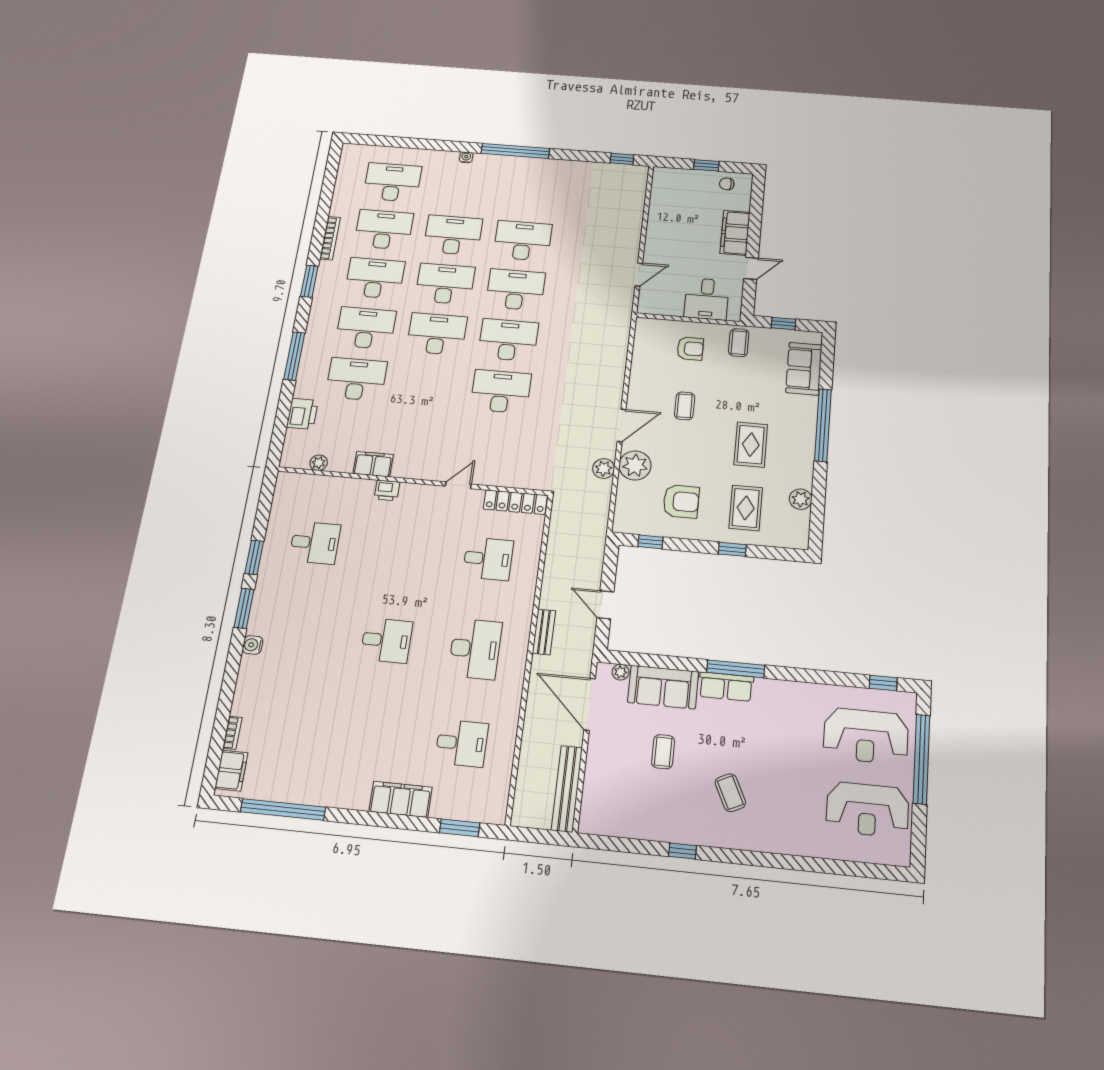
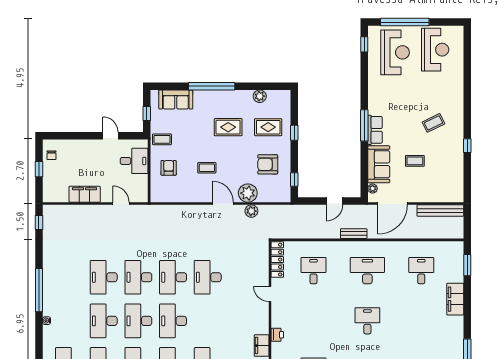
filing cabinet: (735, 233) -> (85, 194), moved, turned 180
armchair: (681, 501) -> (268, 164), turned -90

